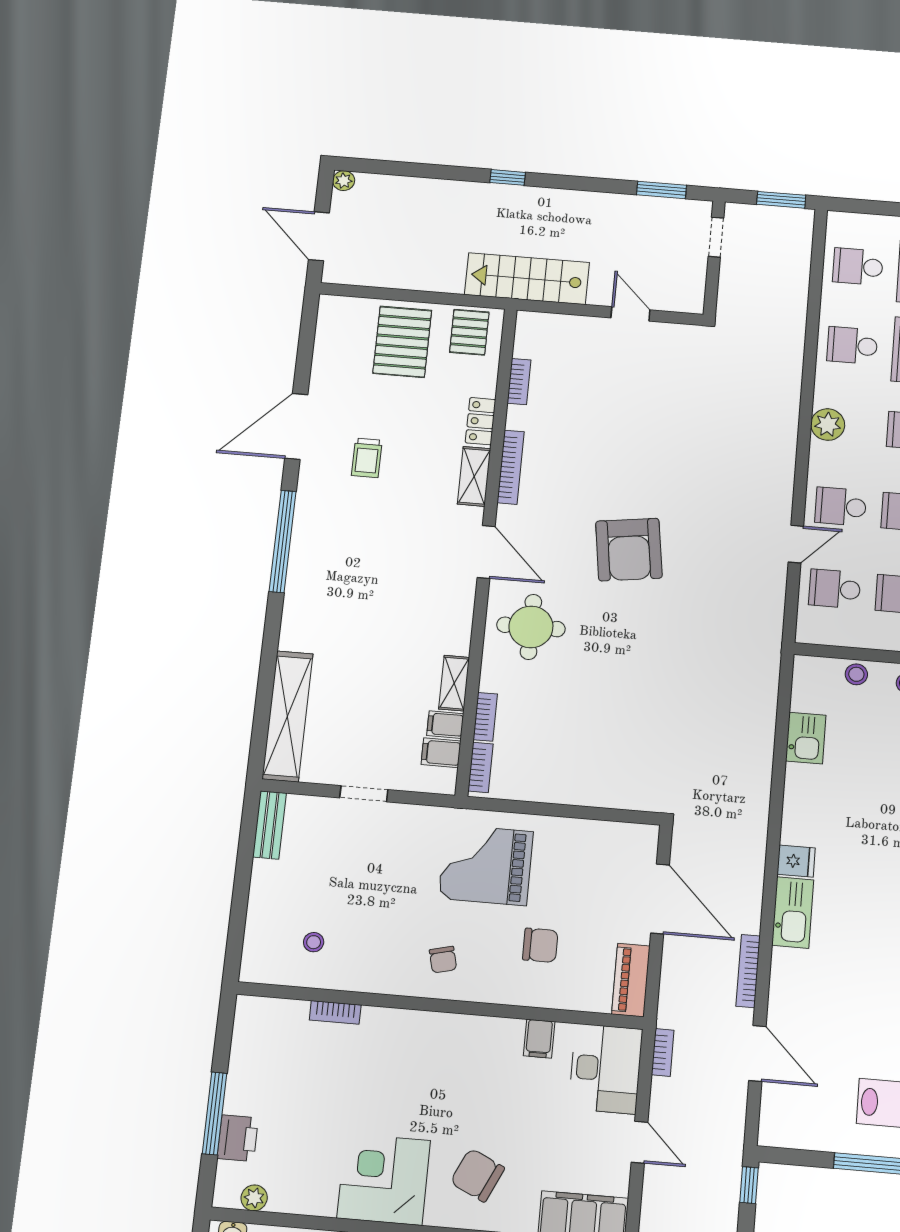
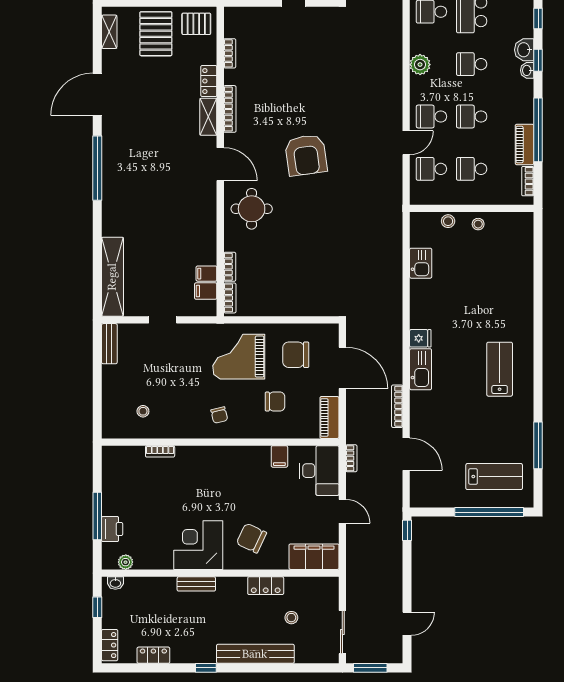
pallet: (469, 332) -> (196, 24), turned 90
trolley: (367, 458) -> (142, 111), removed
shelving: (454, 683) -> (109, 32), moved
chair: (583, 870) -> (296, 355), added

